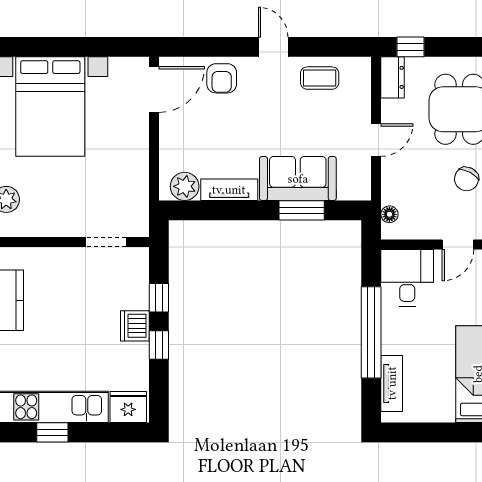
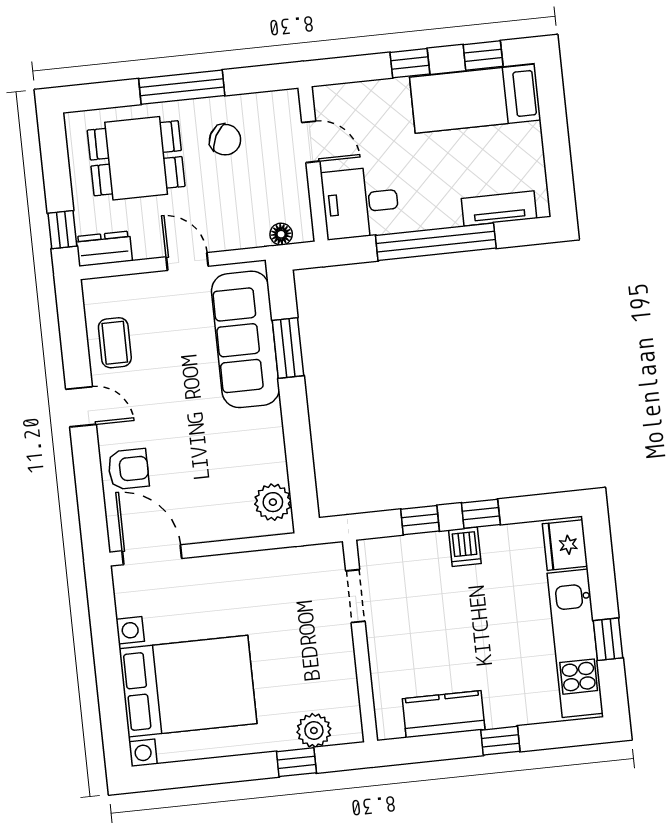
door: (273, 47) -> (81, 407), swing flipped
sofa: (298, 179) -> (245, 339), width x1.36
tv unit: (229, 190) -> (271, 444), removed
dishwasher: (135, 326) -> (465, 547), width x0.73

